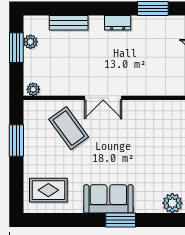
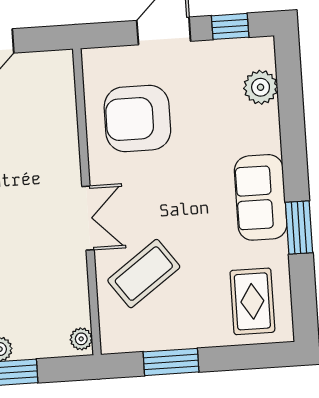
armchair: (159, 130) -> (137, 118), added
window: (121, 220) -> (299, 228), moved

